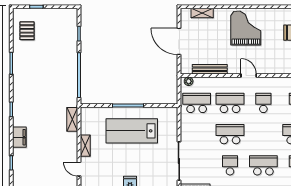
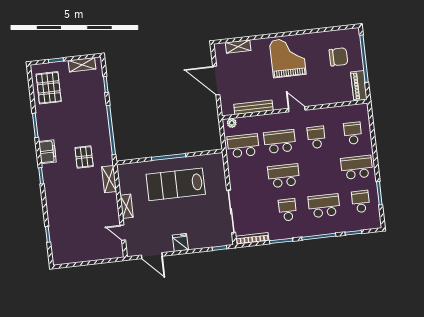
shelving: (59, 13) -> (82, 65), added
pallet: (27, 31) -> (49, 88), width x1.50, depth x1.42
pallet: (52, 97) -> (84, 157), added
filing cabinet: (19, 137) -> (47, 152), moved

